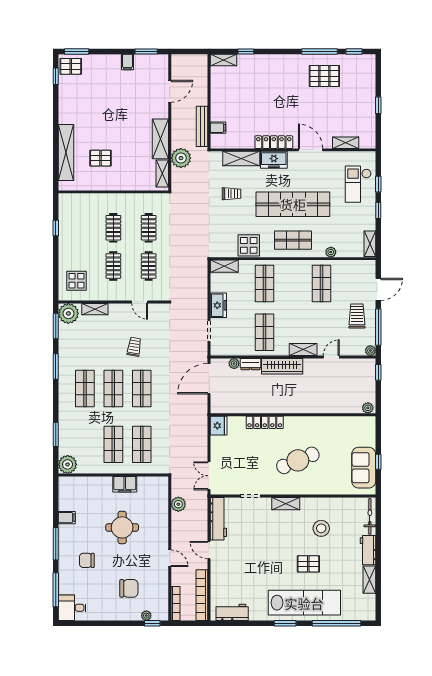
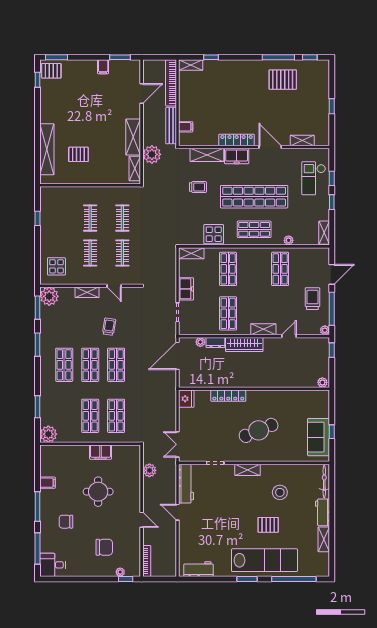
shelving: (95, 309) -> (87, 292), moved
bookcase: (202, 595) -> (171, 83), moved

